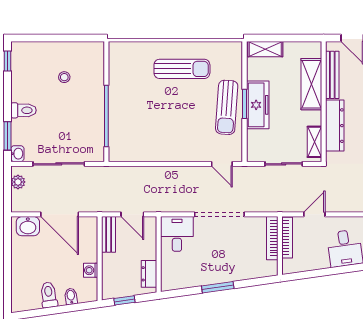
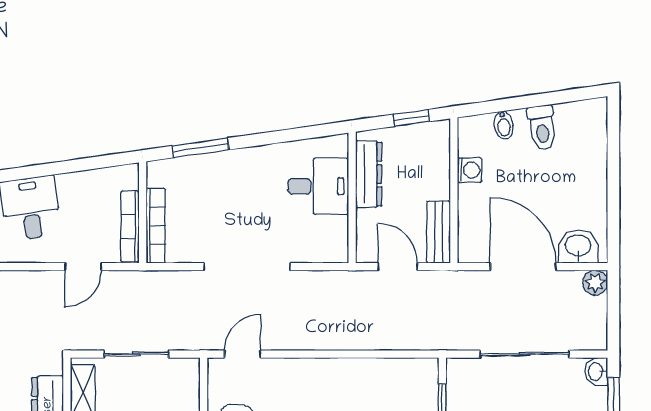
door: (222, 164) -> (243, 354), hinge flipped
plant: (18, 182) -> (595, 283), moved
desk: (177, 234) -> (318, 186), moved, turned -90
dresser: (149, 274) -> (369, 174), width x1.44
window: (218, 287) -> (201, 148), moved

